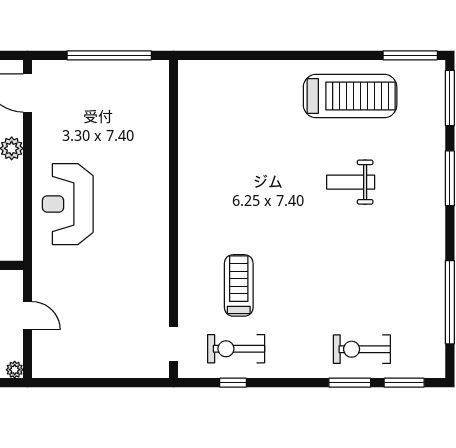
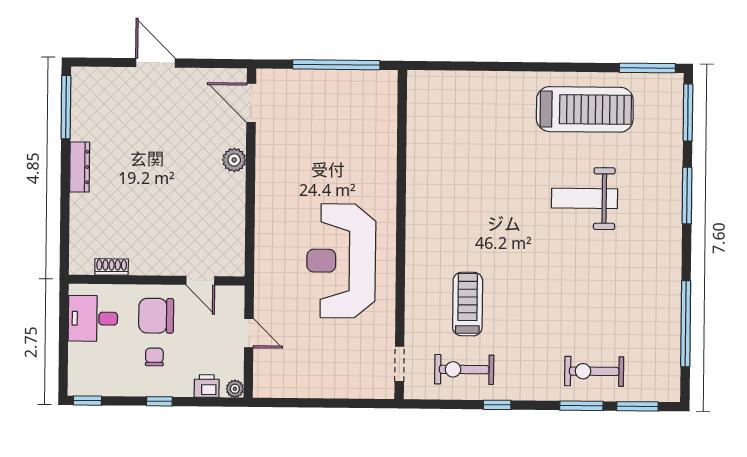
weight bench: (351, 182) -> (584, 198), width x1.36, depth x1.33
reception desk: (68, 204) -> (341, 261), moved, width x1.36, depth x1.30
window: (233, 383) -> (497, 405), moved

